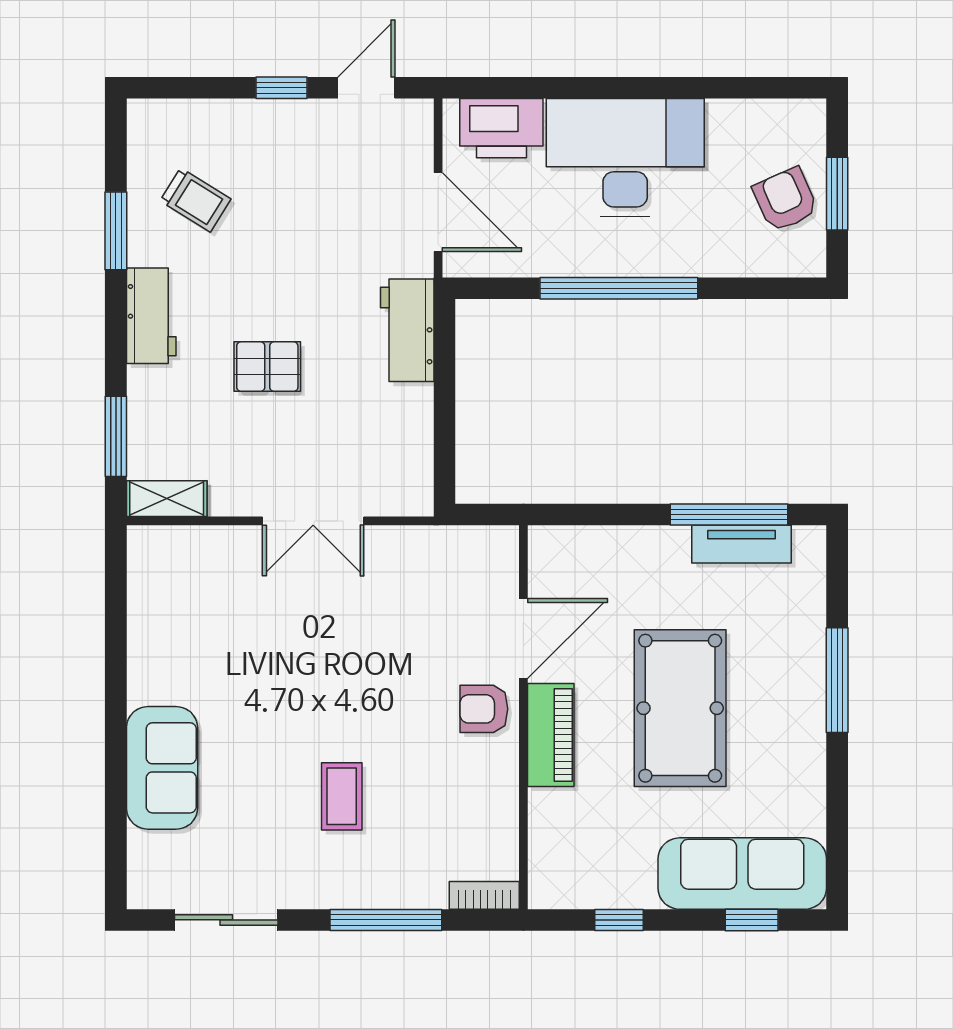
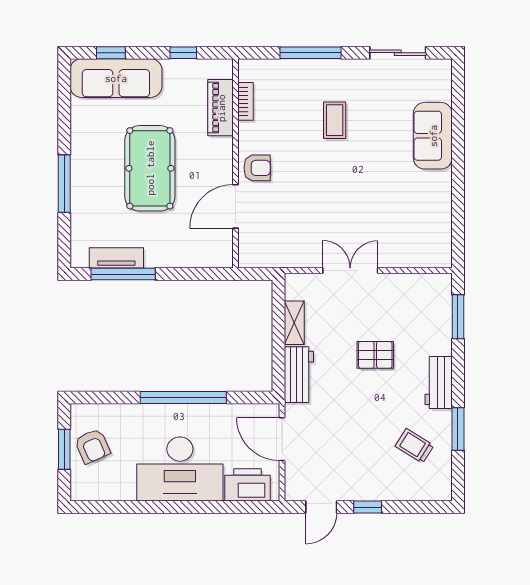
shelving: (167, 499) -> (294, 323), moved, turned 90
piano: (551, 735) -> (221, 108), moved
bookcase: (484, 895) -> (245, 101), moved, turned -90

